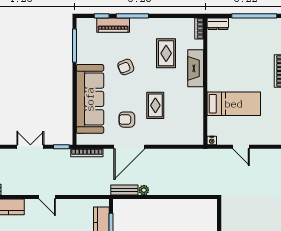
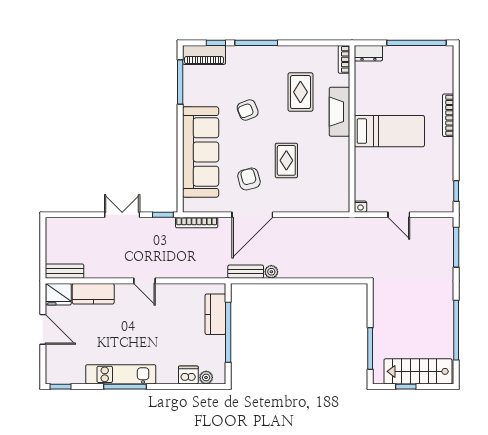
piano: (113, 25) -> (204, 55), moved
bed: (234, 104) -> (389, 131), moved
armchair: (127, 120) -> (249, 179), turned 75

